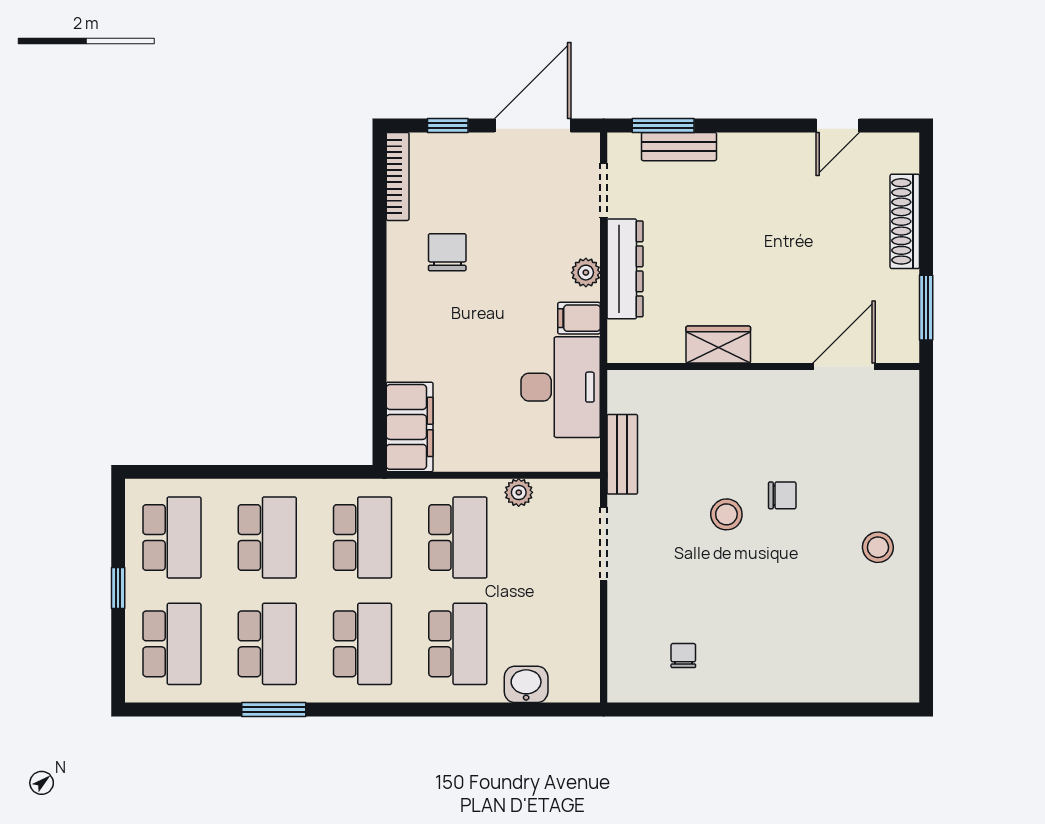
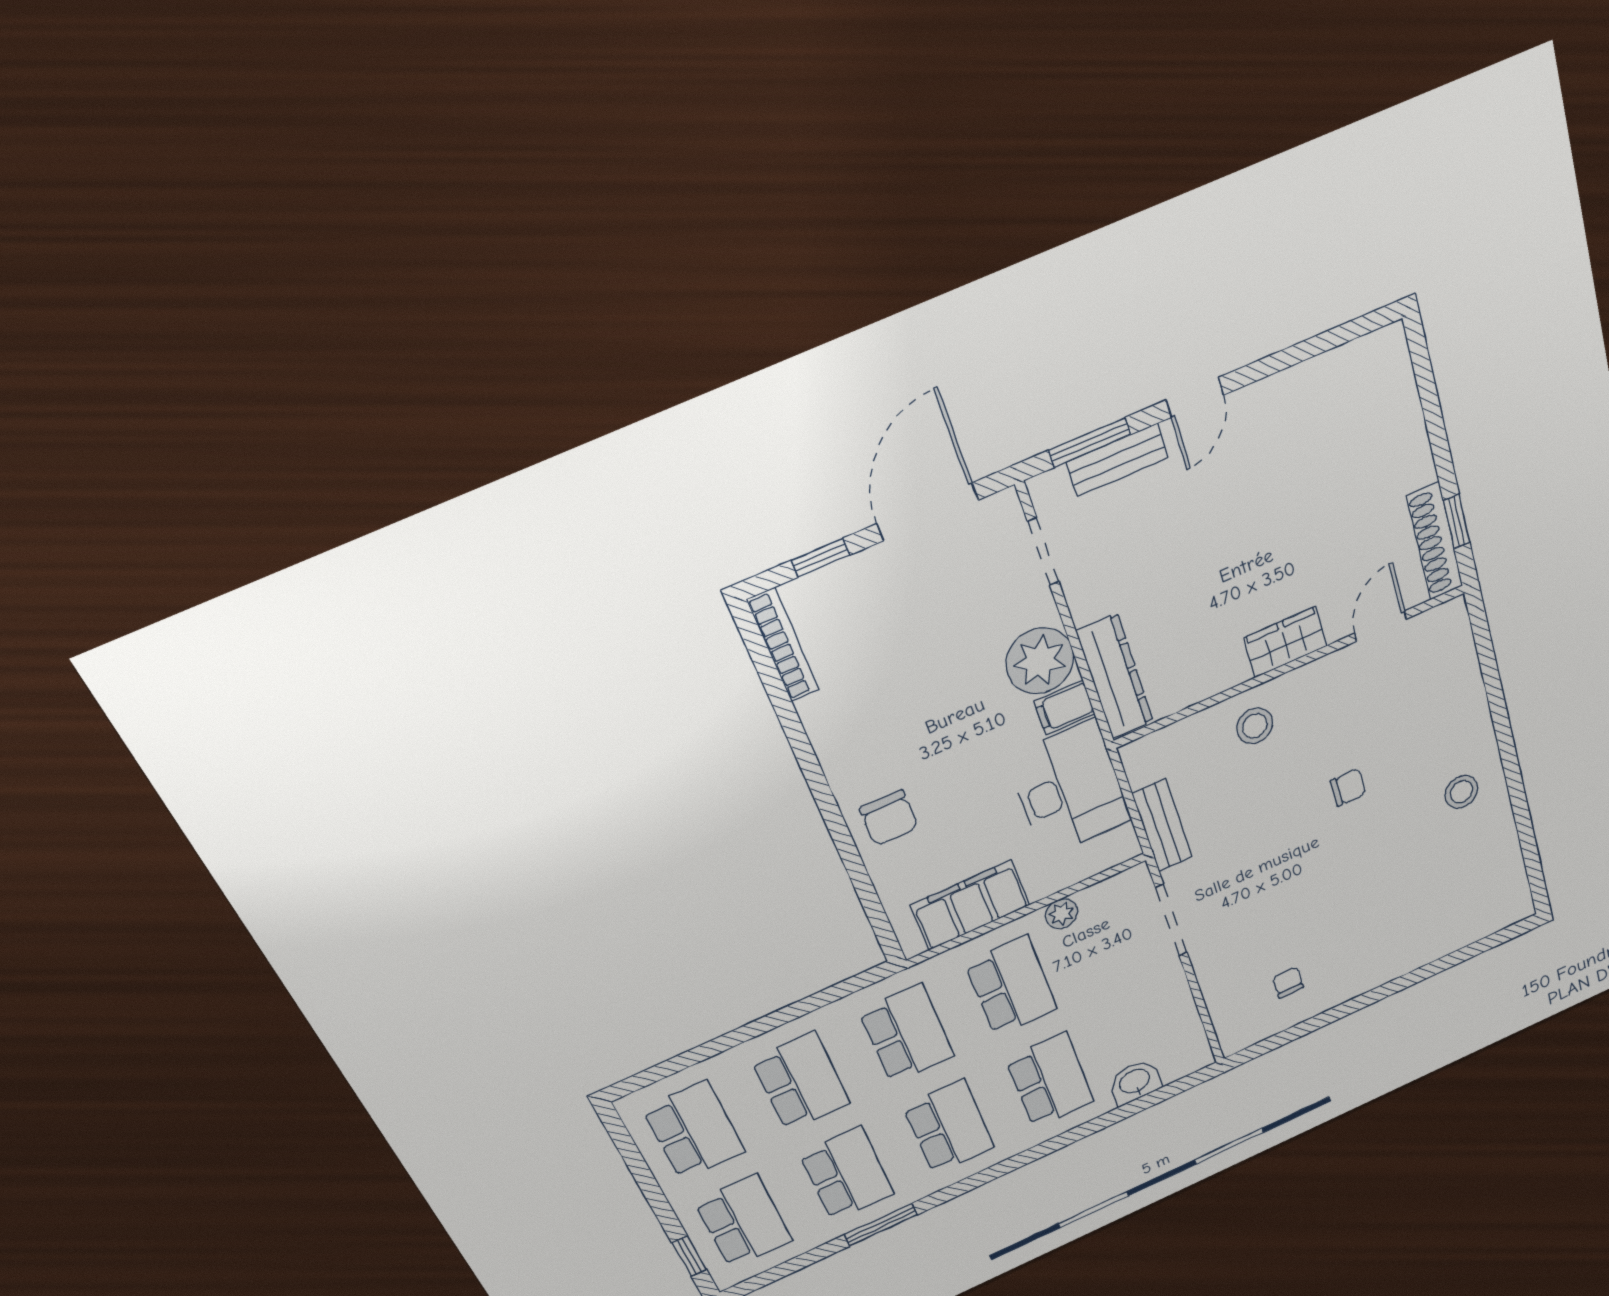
door: (838, 125) -> (1195, 397), moved
shoe rack: (905, 221) -> (1435, 541), moved
chair: (447, 252) -> (889, 818), moved, turned 180
dresser: (625, 269) -> (1115, 677), moved
plant: (586, 273) -> (1040, 661), width x1.87, depth x1.87
window: (926, 308) -> (1457, 522), width x0.67
wardrobe: (718, 345) -> (1285, 642), moved
door: (844, 367) -> (1381, 626), width x0.73
filing cabinet: (410, 427) -> (970, 905), moved, turned -90
stool: (726, 514) -> (1255, 726), moved
window: (118, 588) -> (689, 1256), moved

